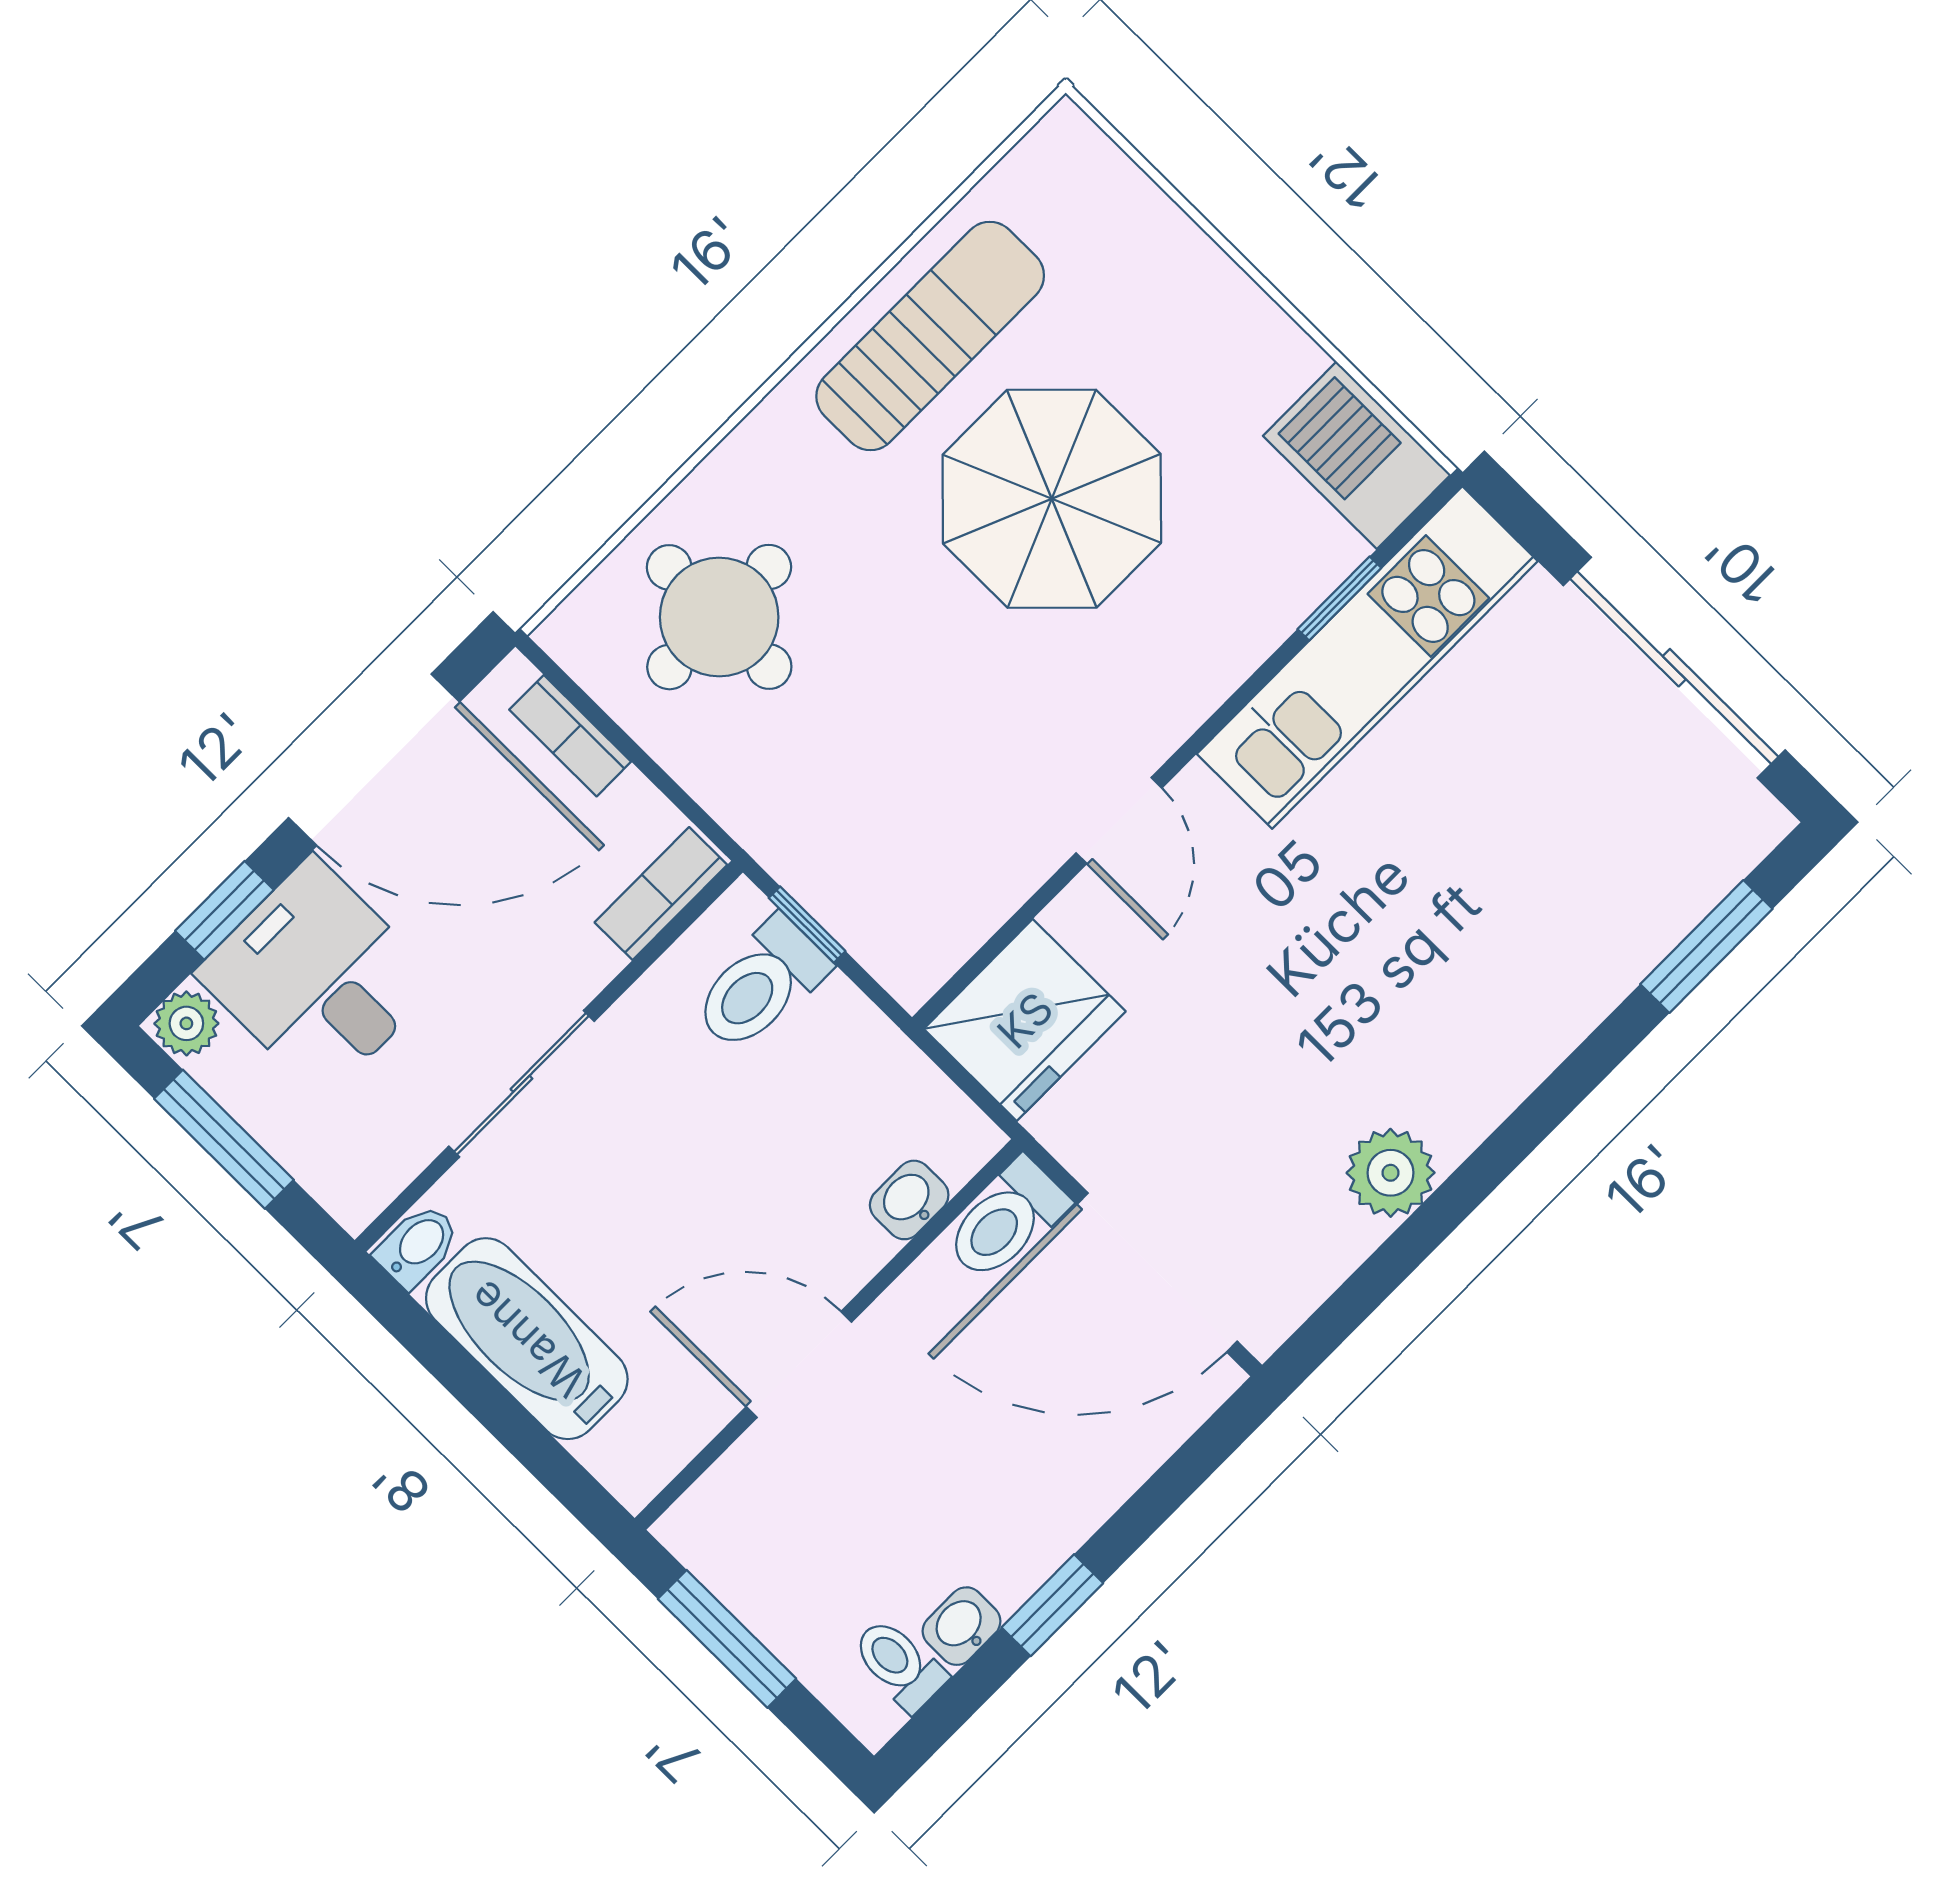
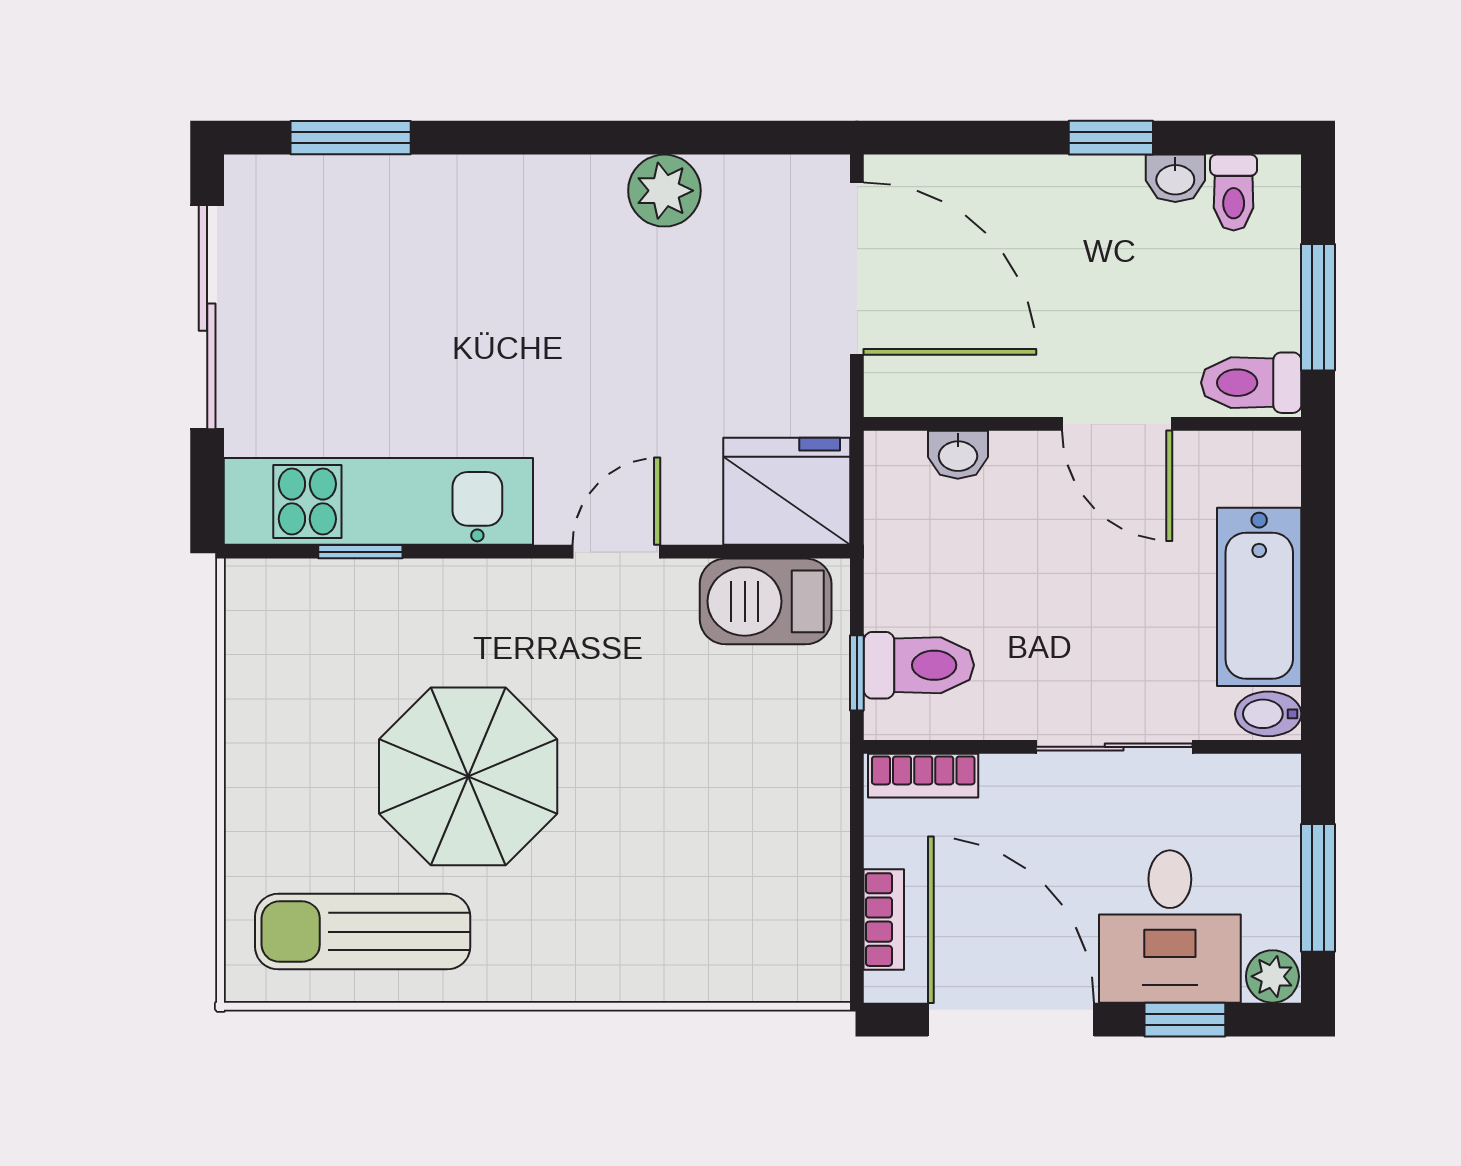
sun lounger: (930, 336) -> (363, 932), moved
barbecue: (1357, 455) -> (766, 601), moved, turned 90
round table: (719, 617) -> (729, 901), removed
toilet: (1006, 1220) -> (1251, 383), moved, turned 180

